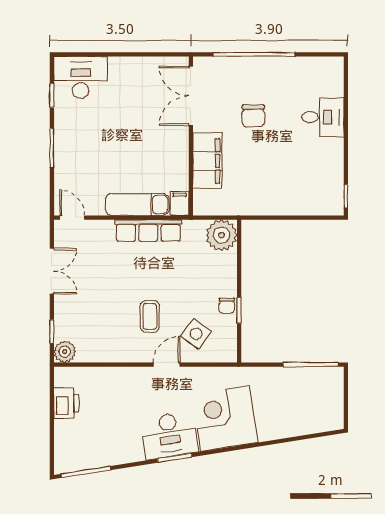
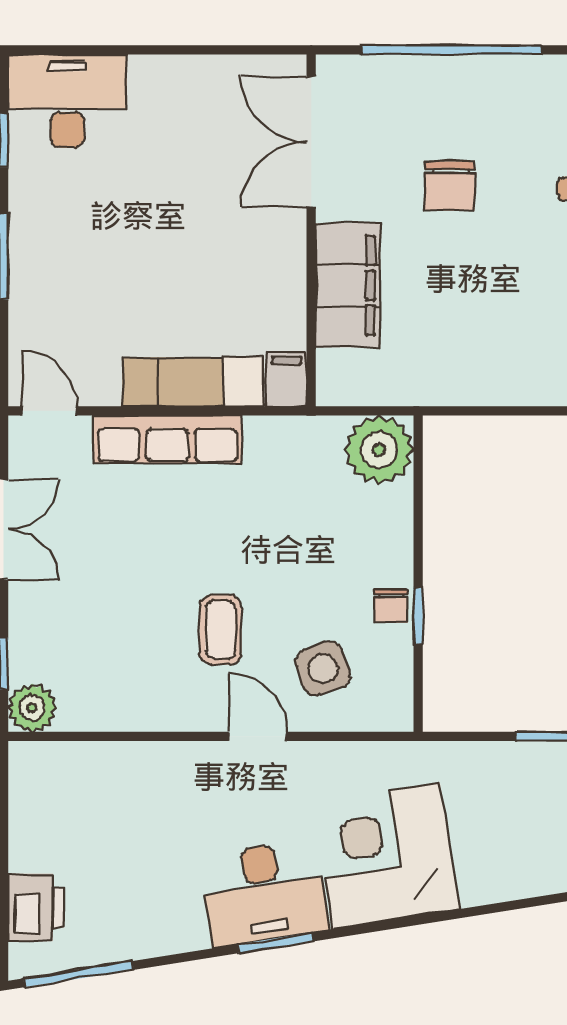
row of seats: (148, 230) -> (167, 439), moved
side table: (196, 334) -> (323, 668), turned 35
door: (167, 365) -> (258, 736), hinge flipped
printer: (66, 403) -> (36, 907), moved

